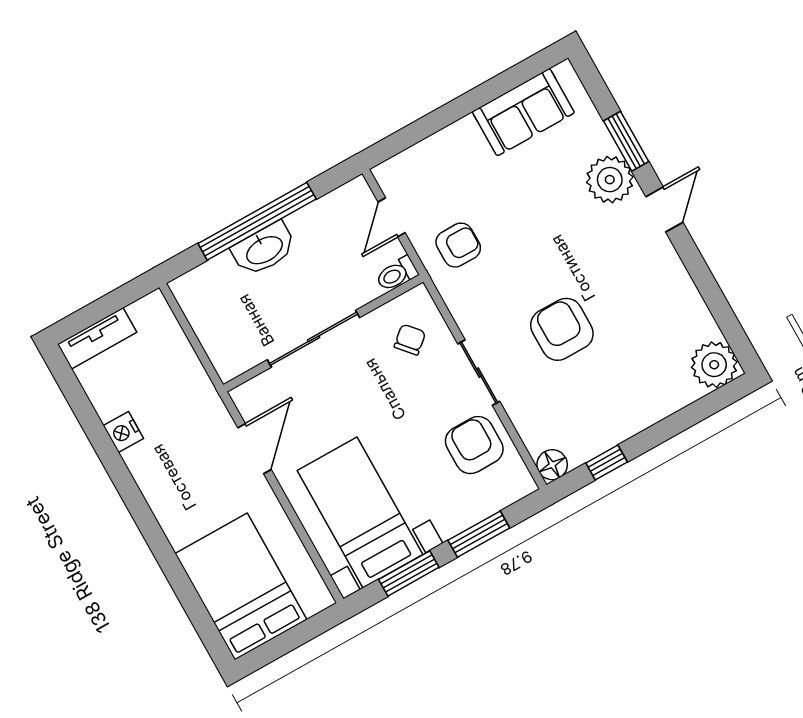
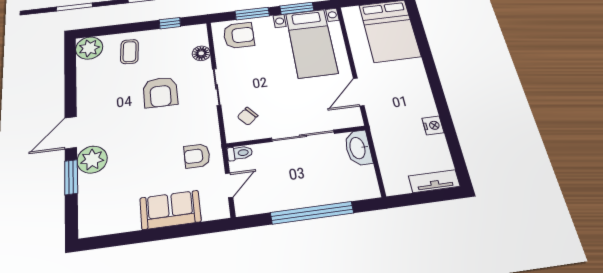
sofa: (523, 112) -> (170, 210), moved
door: (664, 209) -> (71, 133), width x1.38
washbasin: (264, 249) -> (358, 148), moved, turned -90
coffee table: (646, 383) -> (130, 52), added
armchair: (474, 445) -> (239, 35), moved, turned -90
floor lamp: (552, 465) -> (201, 53), moved

